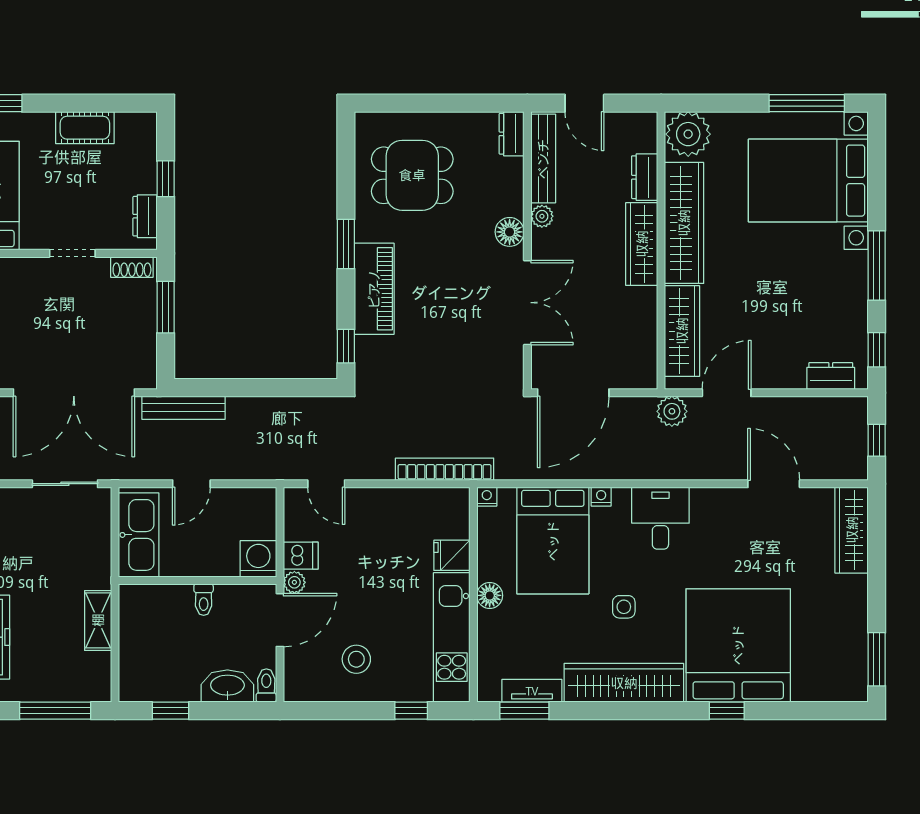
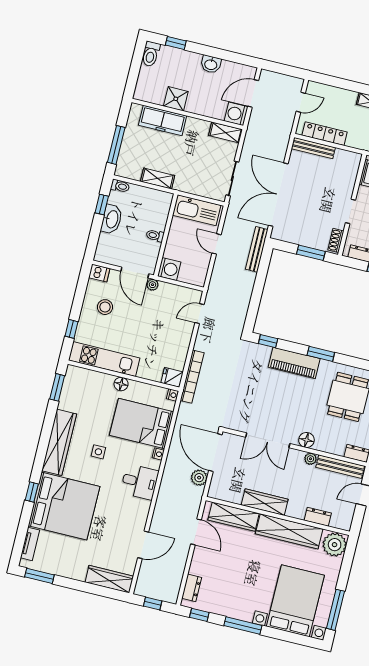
wardrobe: (642, 244) -> (265, 502), moved
plant: (672, 411) -> (199, 478), moved
fridge: (452, 555) -> (172, 377), moved, turned -90
dishwasher: (301, 556) -> (99, 273), moved, turned -90
toilet: (266, 685) -> (120, 186), moved
washbasin: (227, 686) -> (112, 219), moved
tv unit: (532, 691) -> (30, 544), moved

